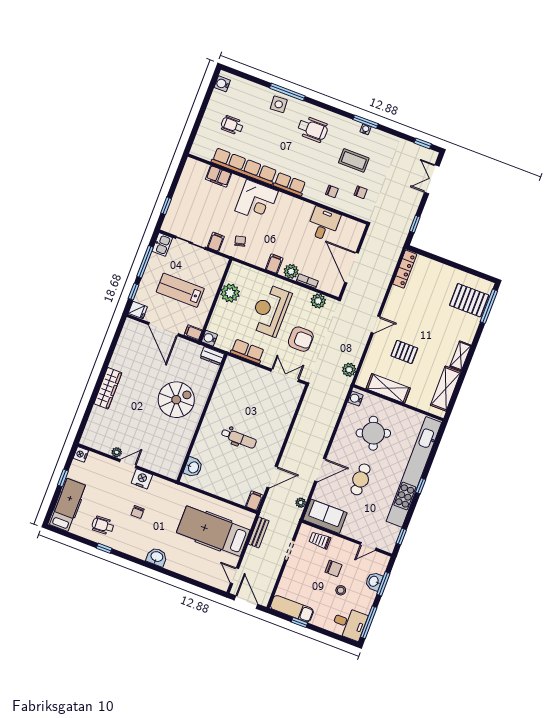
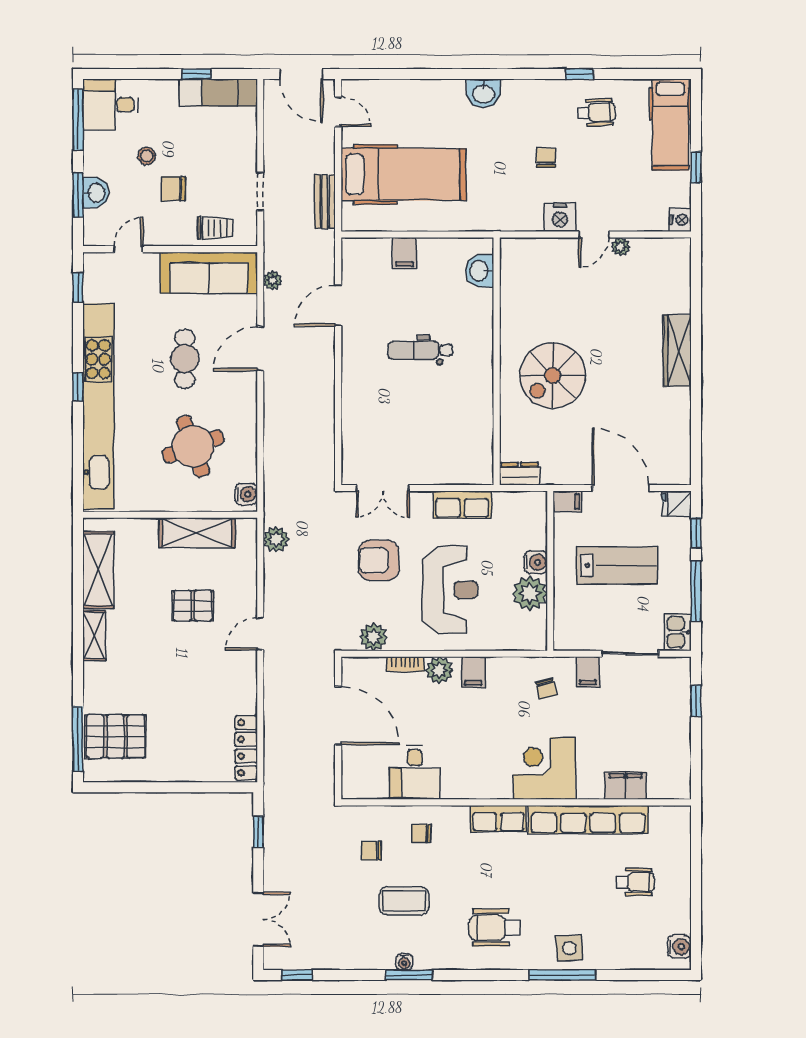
water cooler: (209, 338) -> (536, 562), moved
filing cabinet: (254, 501) -> (404, 253), moved
sofa: (325, 516) -> (209, 273), width x1.36

